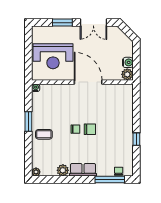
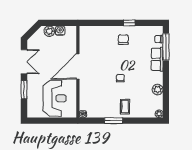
plant: (127, 74) -> (49, 31), moved
chair: (90, 129) -> (123, 40), moved
row of seats: (83, 170) -> (157, 59), moved

